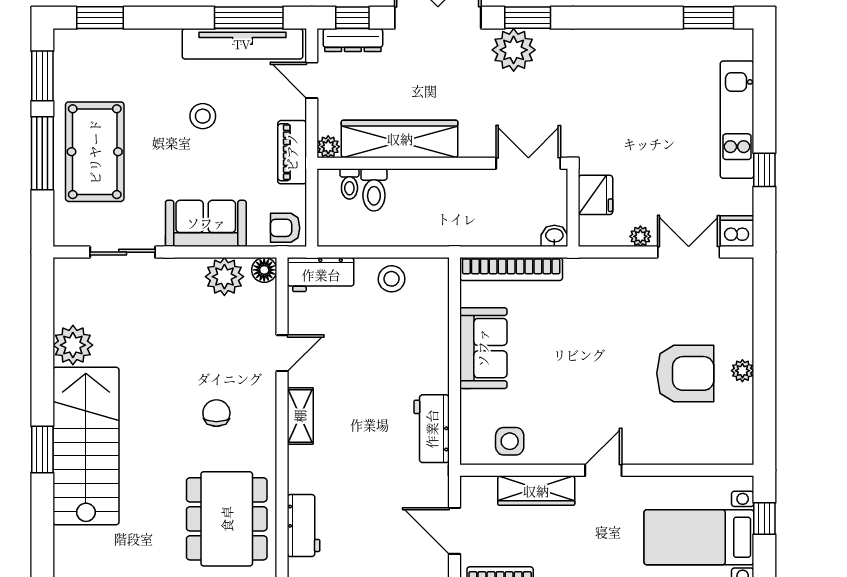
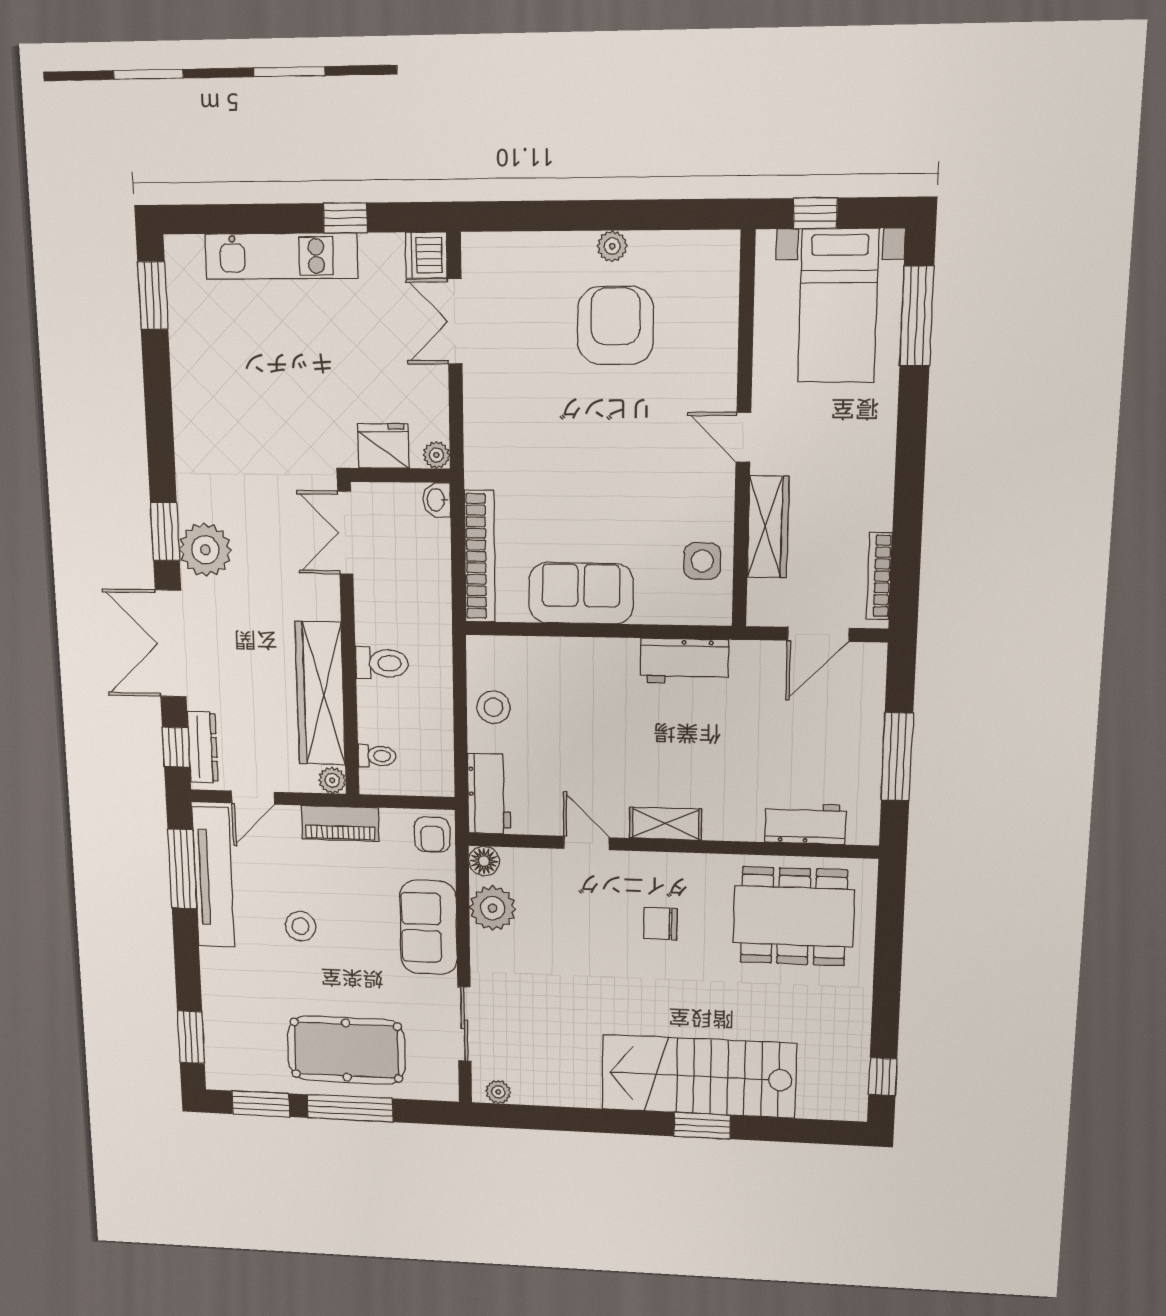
toilet: (374, 190) -> (382, 663), moved
plant: (640, 236) -> (436, 455), moved
plant: (73, 345) -> (498, 1092), moved, width x0.53, depth x0.53

